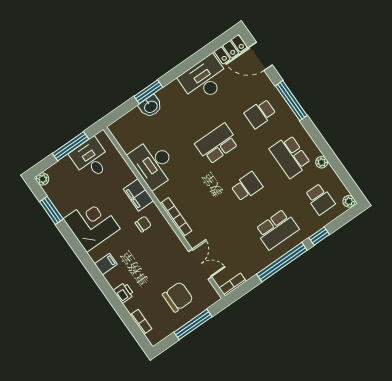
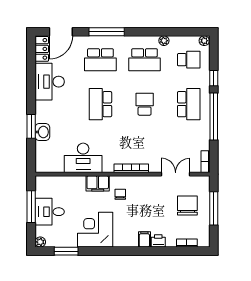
school desk: (260, 114) -> (100, 60), width x1.85
desk: (91, 159) -> (50, 212), moved
filing cabinet: (106, 264) -> (144, 239), moved

